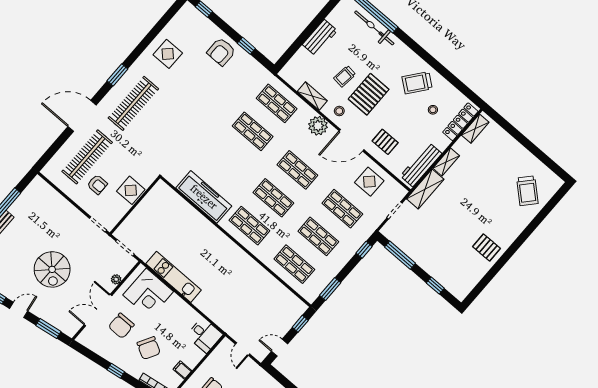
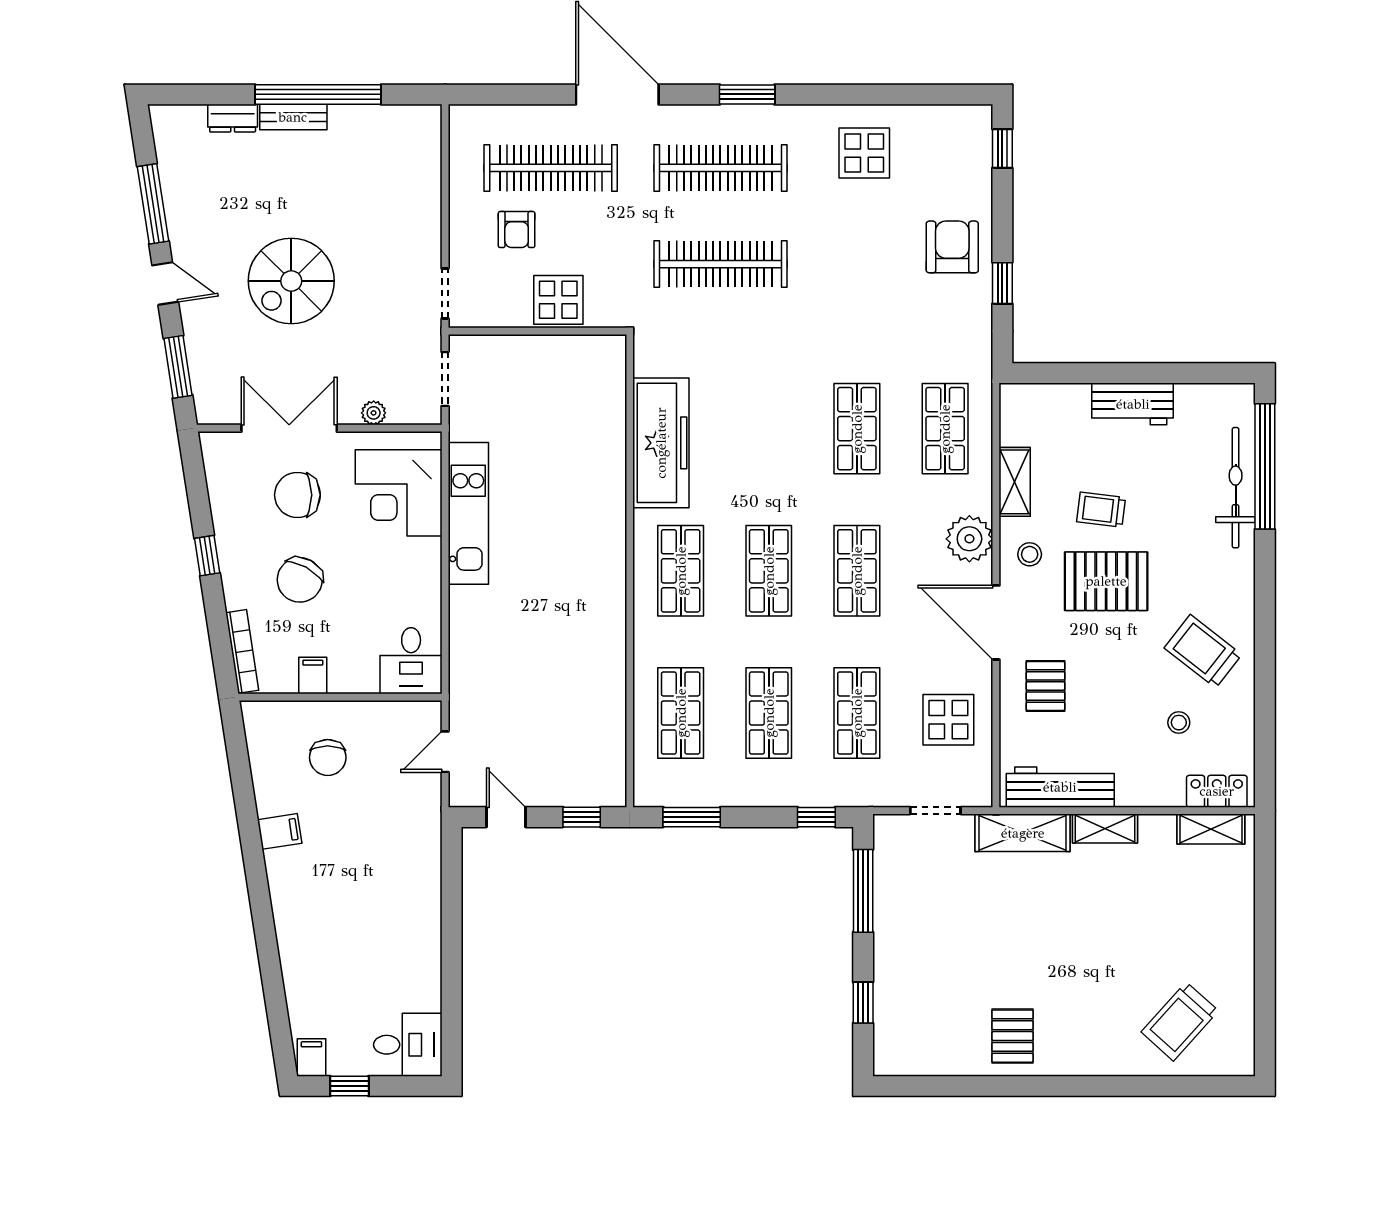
armchair: (221, 52) -> (952, 247), turned 90
locker: (460, 122) -> (1217, 791), width x0.66
clothes rail: (164, 129) -> (720, 264), added

